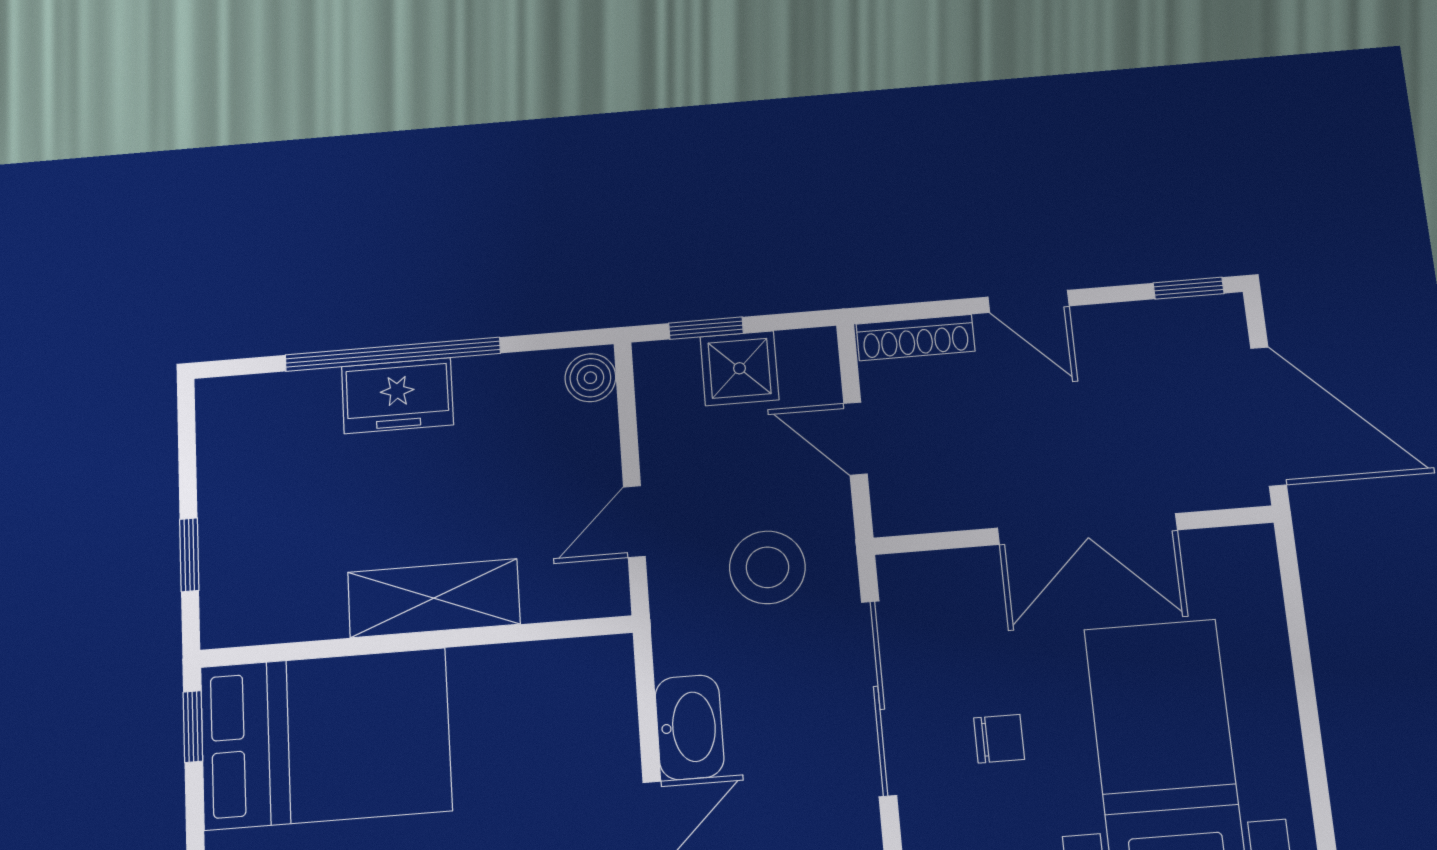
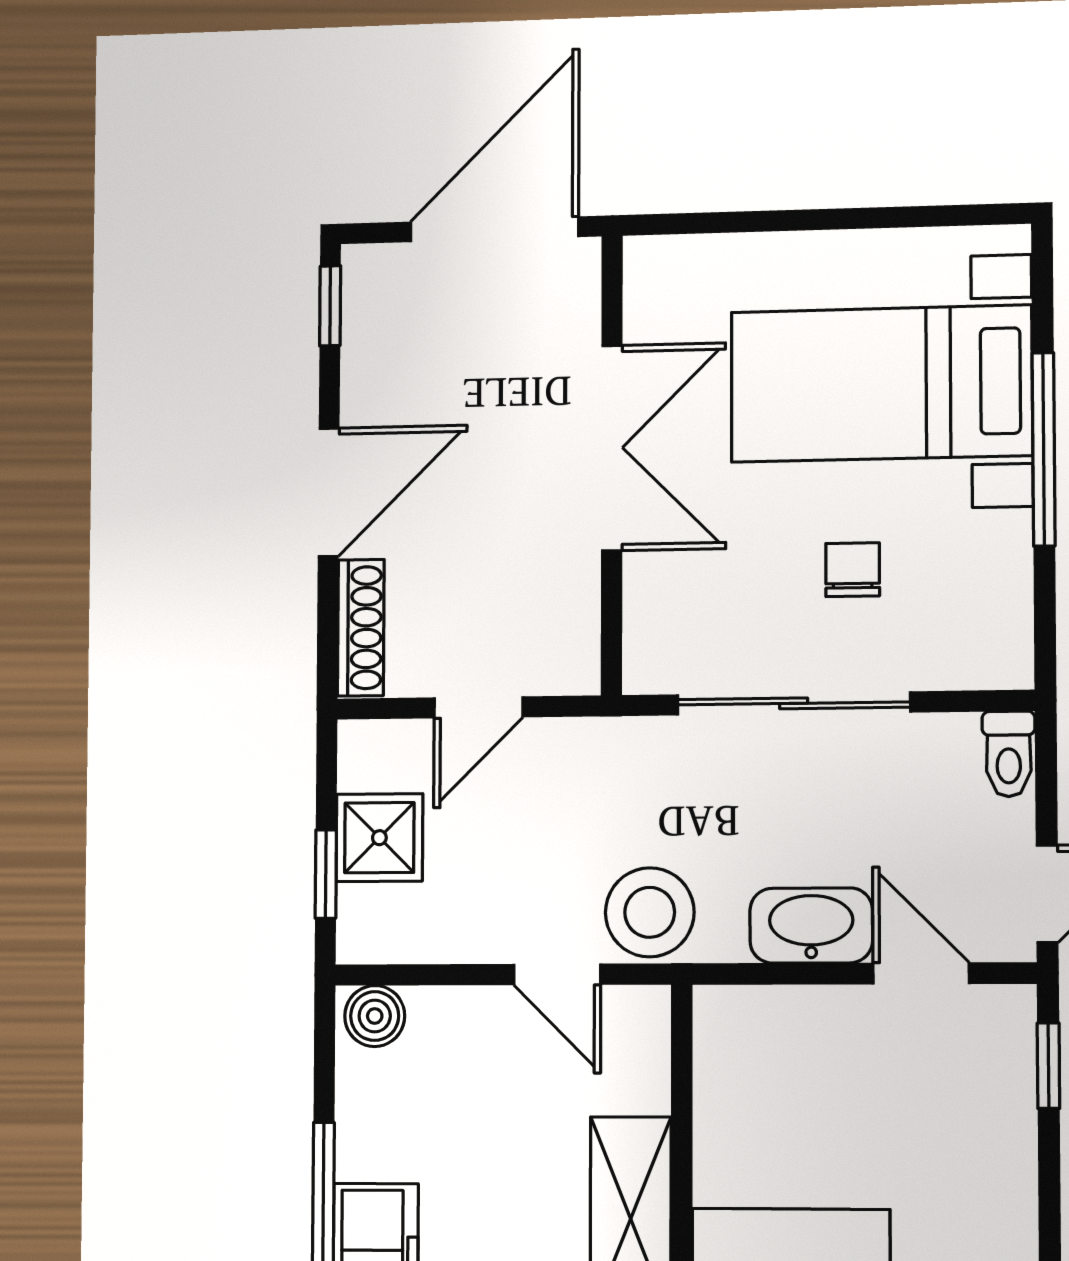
door: (1028, 301) -> (329, 492), width x1.38
stool: (767, 567) -> (650, 912), moved

